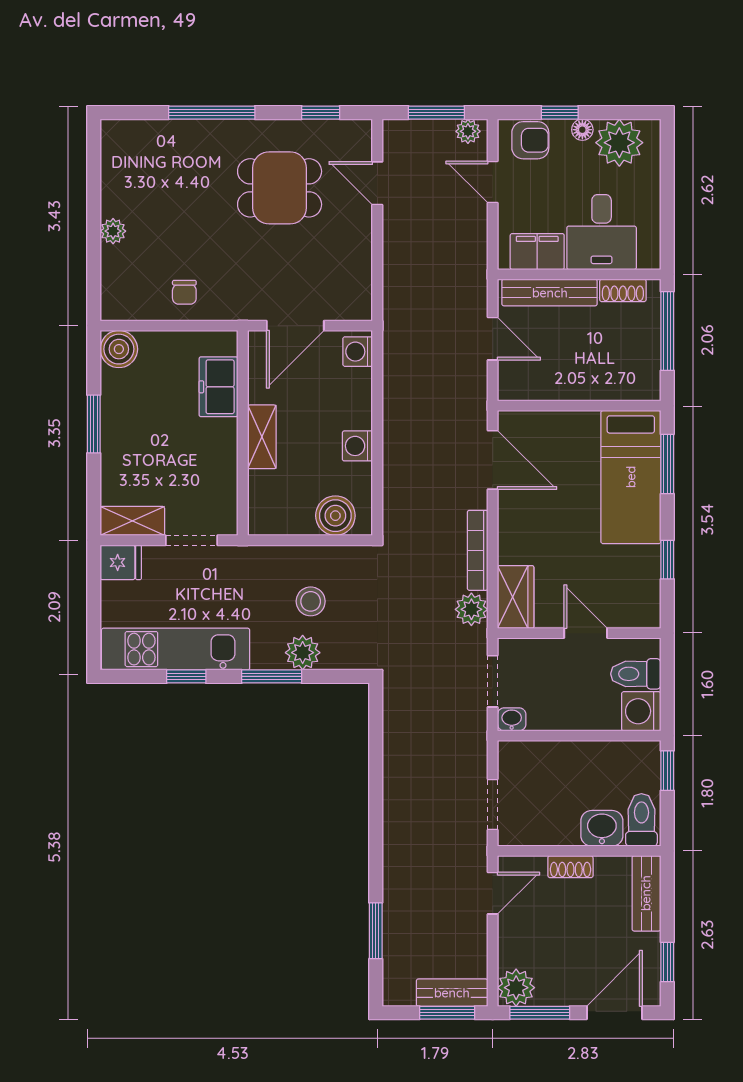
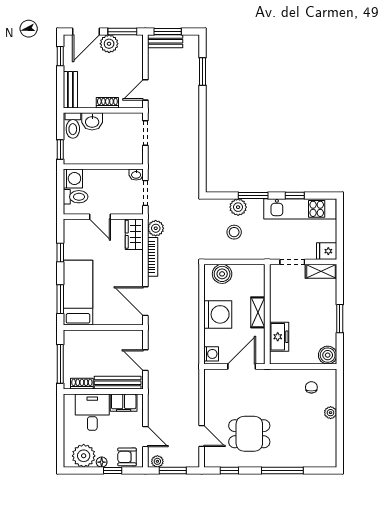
chair: (184, 292) -> (311, 387), moved
washing machine: (357, 446) -> (218, 314), width x1.89, depth x1.89
plant: (516, 988) -> (109, 44), moved

